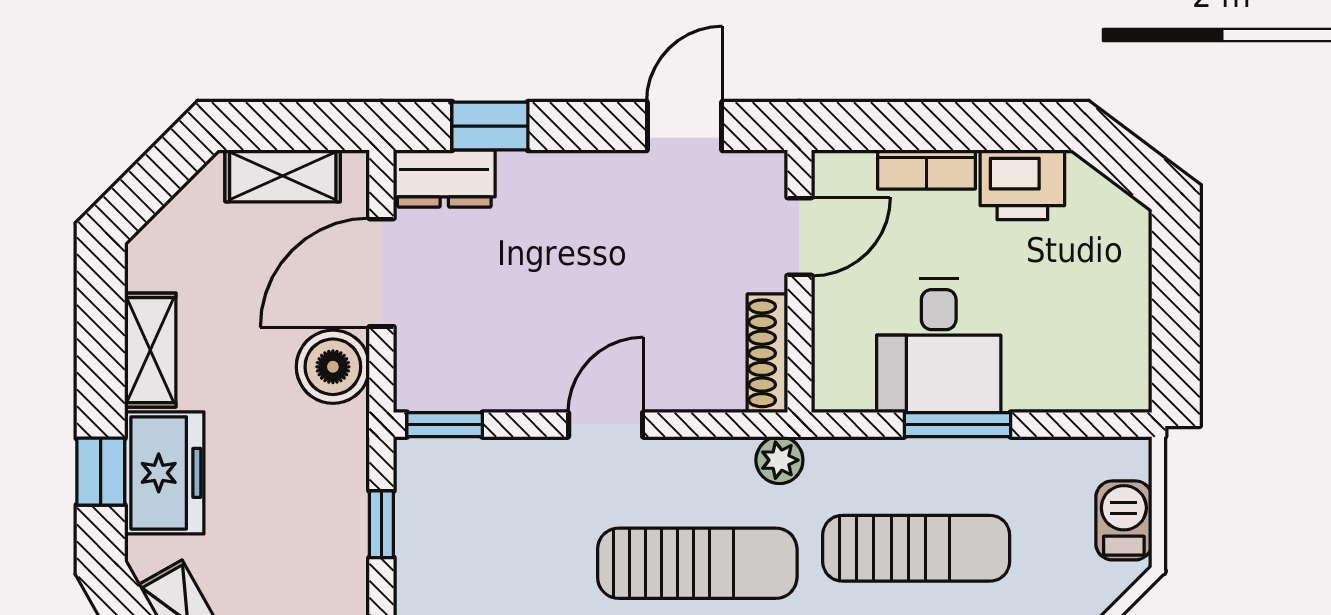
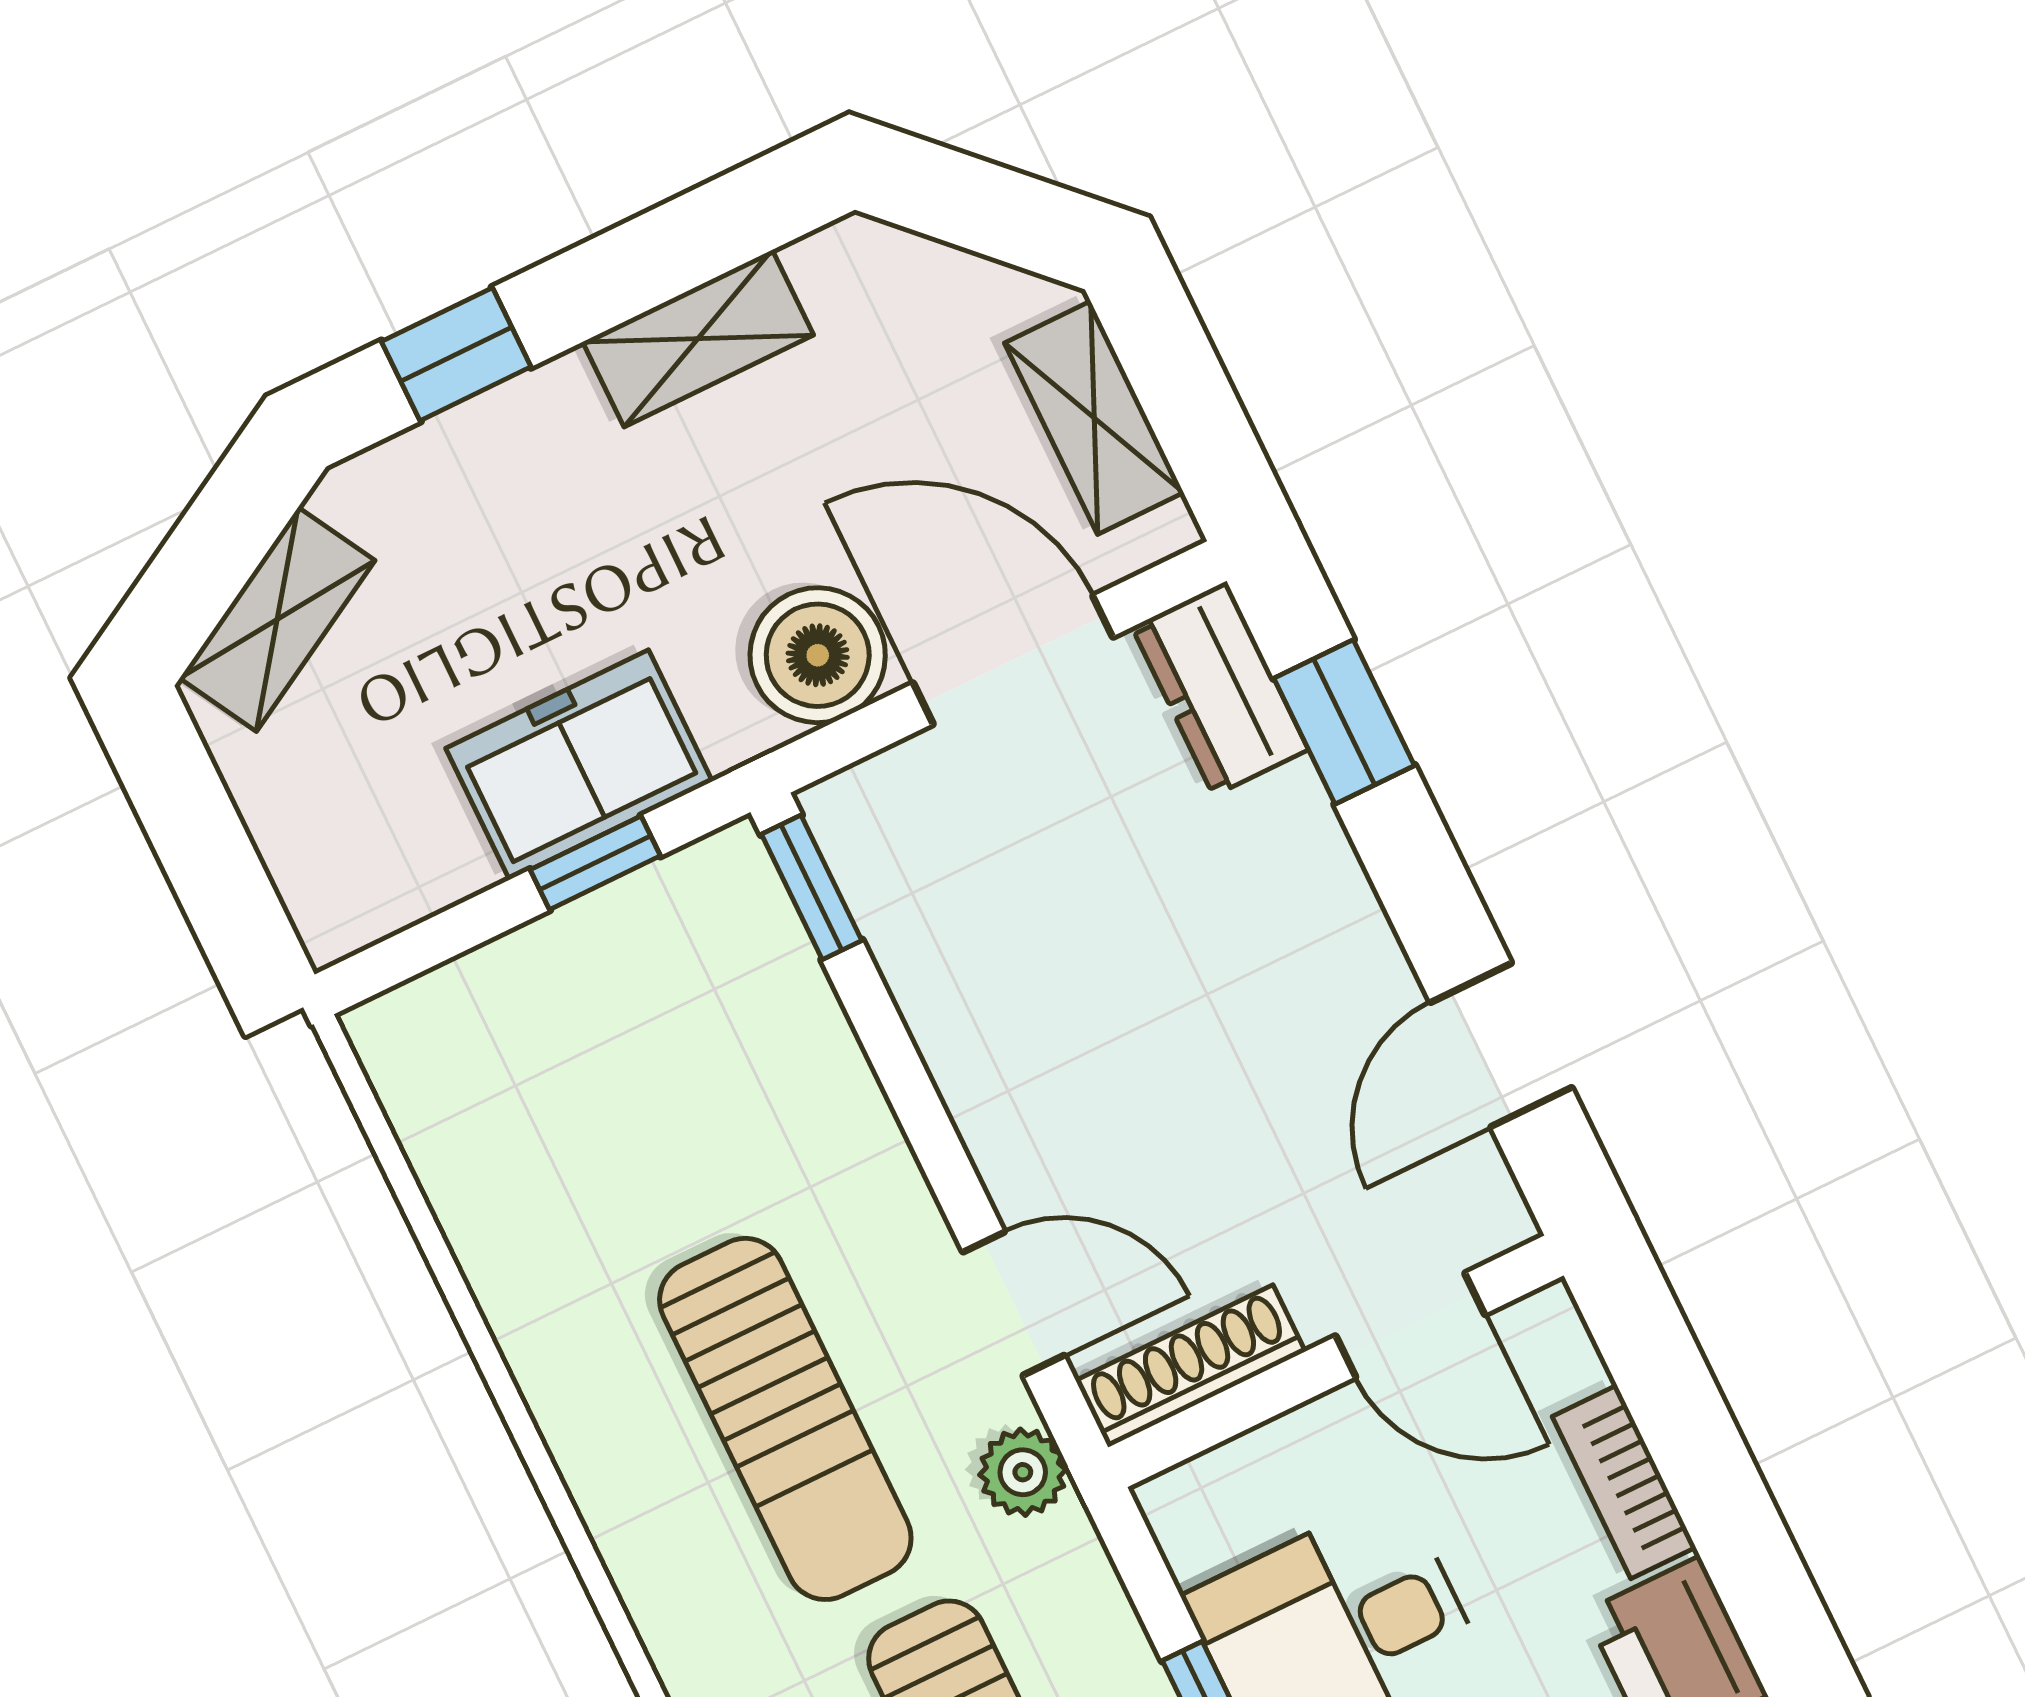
door: (685, 126) -> (1501, 1045), swing flipped
door: (606, 425) -> (1014, 1304), moved
freezer: (164, 473) -> (579, 765), moved, turned 180

